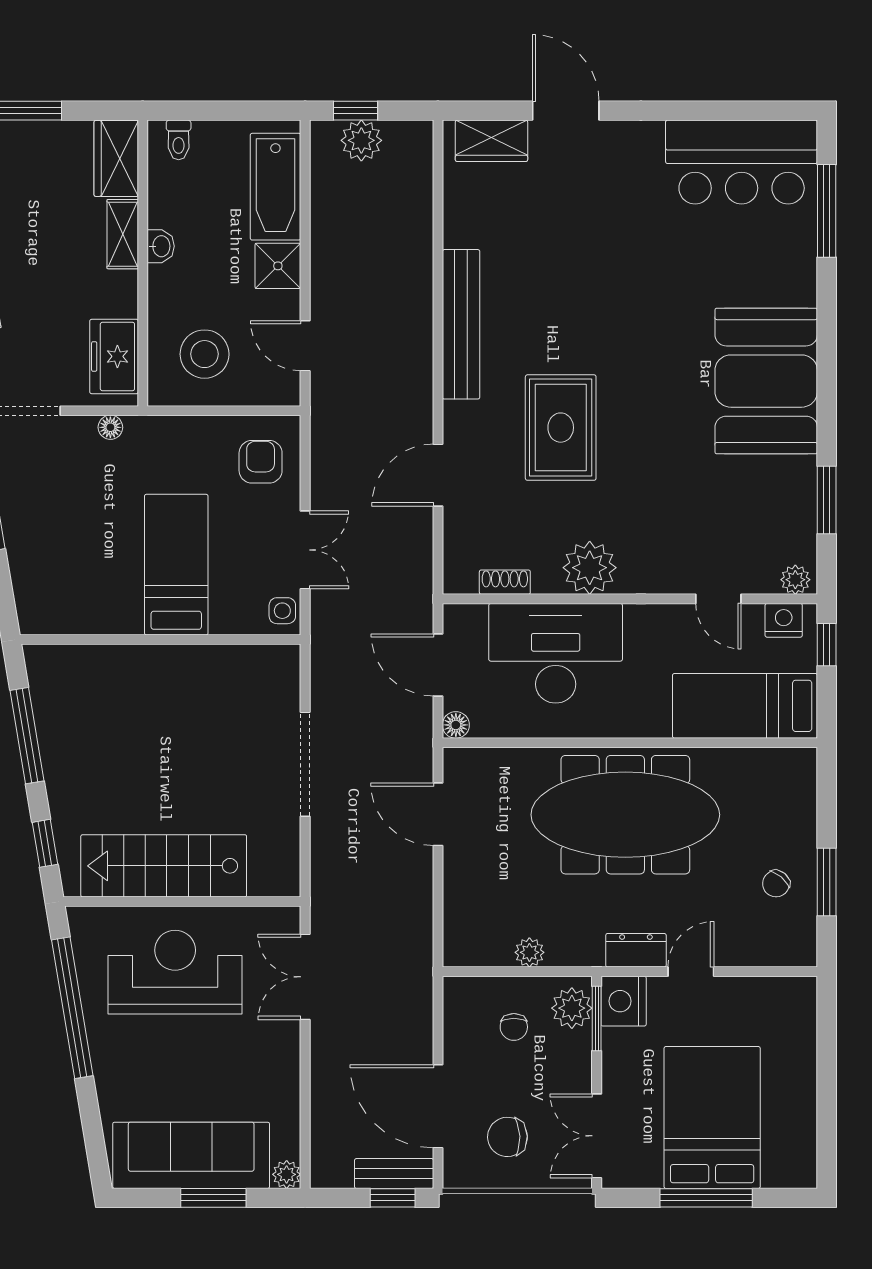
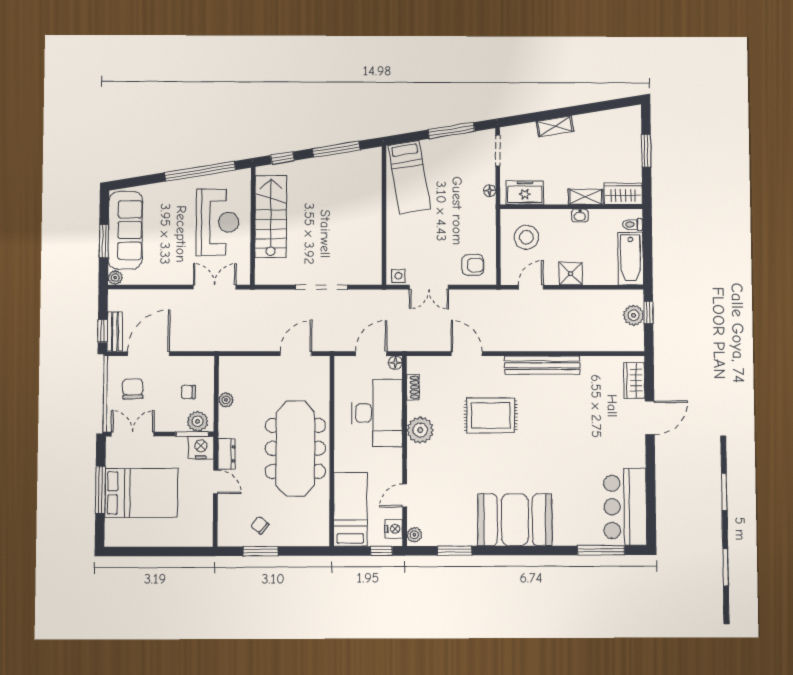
bathtub: (275, 187) -> (631, 259), moved, turned -90
bed: (176, 565) -> (409, 177), moved, turned 81
floor lamp: (456, 725) -> (395, 363), moved

